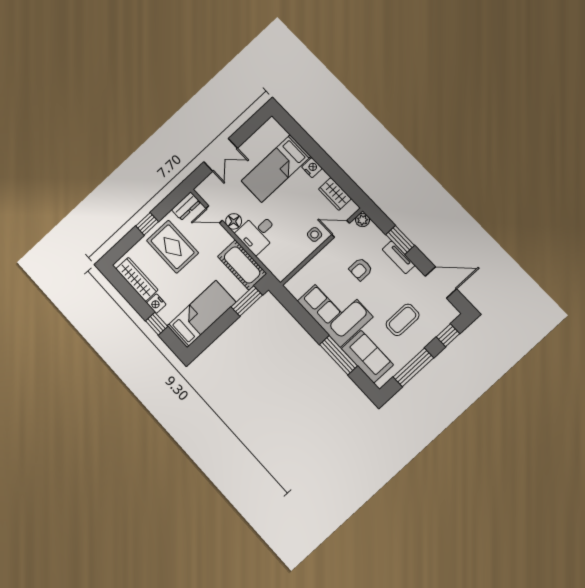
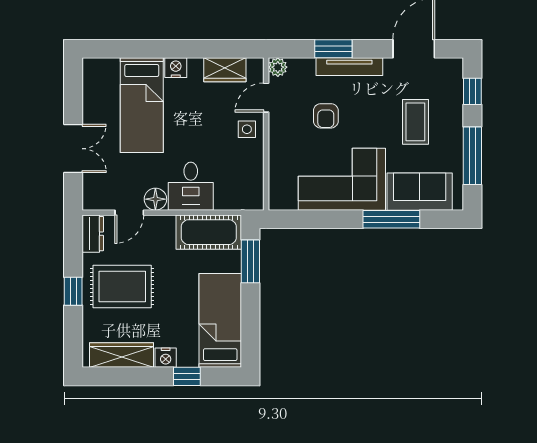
tv unit: (399, 257) -> (349, 67), width x1.41

